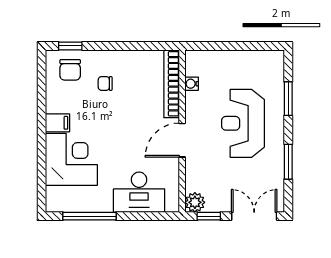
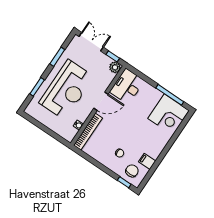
filing cabinet: (57, 123) -> (147, 161), moved
reception desk: (243, 123) -> (67, 90), width x1.36, depth x1.30
corner desk: (71, 159) -> (168, 114), moved, turned -90
desk: (139, 192) -> (127, 86), moved, turned -90
double door: (254, 216) -> (91, 42), swing flipped

